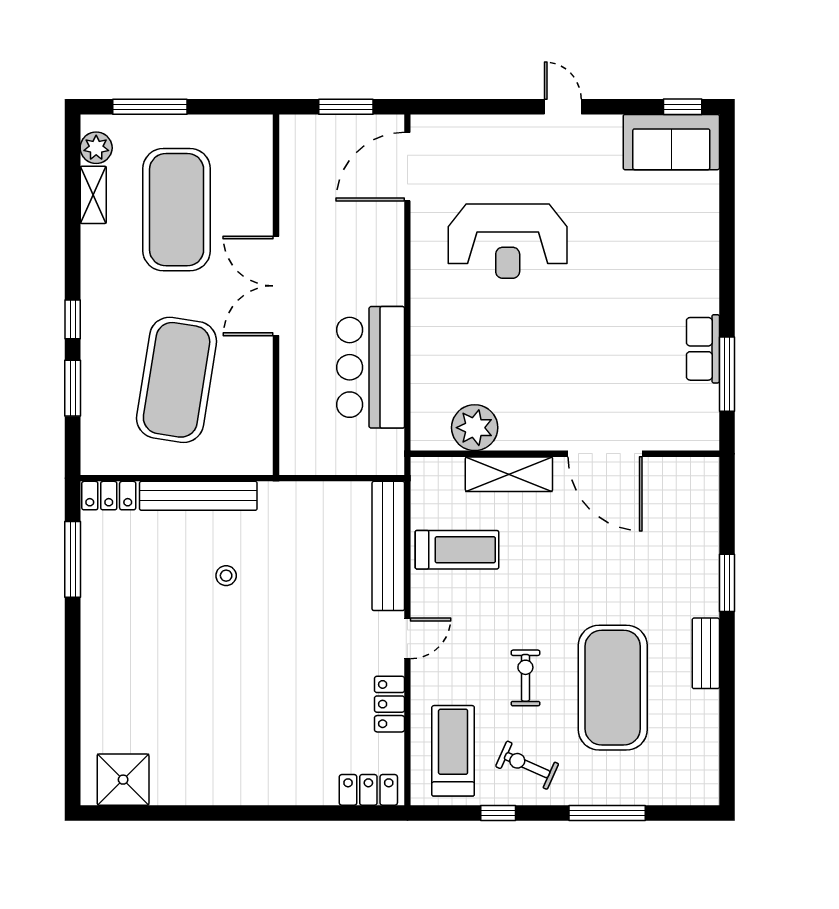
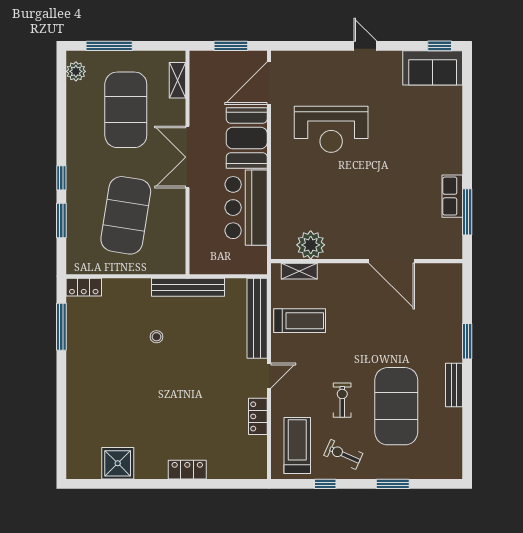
shelving: (93, 195) -> (177, 80), moved
booth: (372, 255) -> (247, 138), added
shelving: (509, 474) -> (299, 271), moved, width x0.67, depth x0.75
bench: (198, 496) -> (188, 287), moved
shower: (123, 780) -> (118, 463), moved
locker: (368, 790) -> (187, 470), moved
window: (607, 813) -> (393, 484), width x0.69

